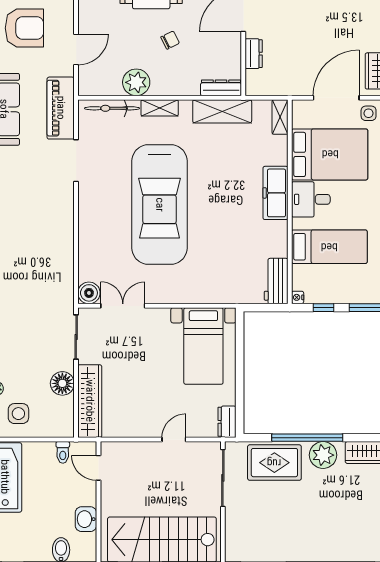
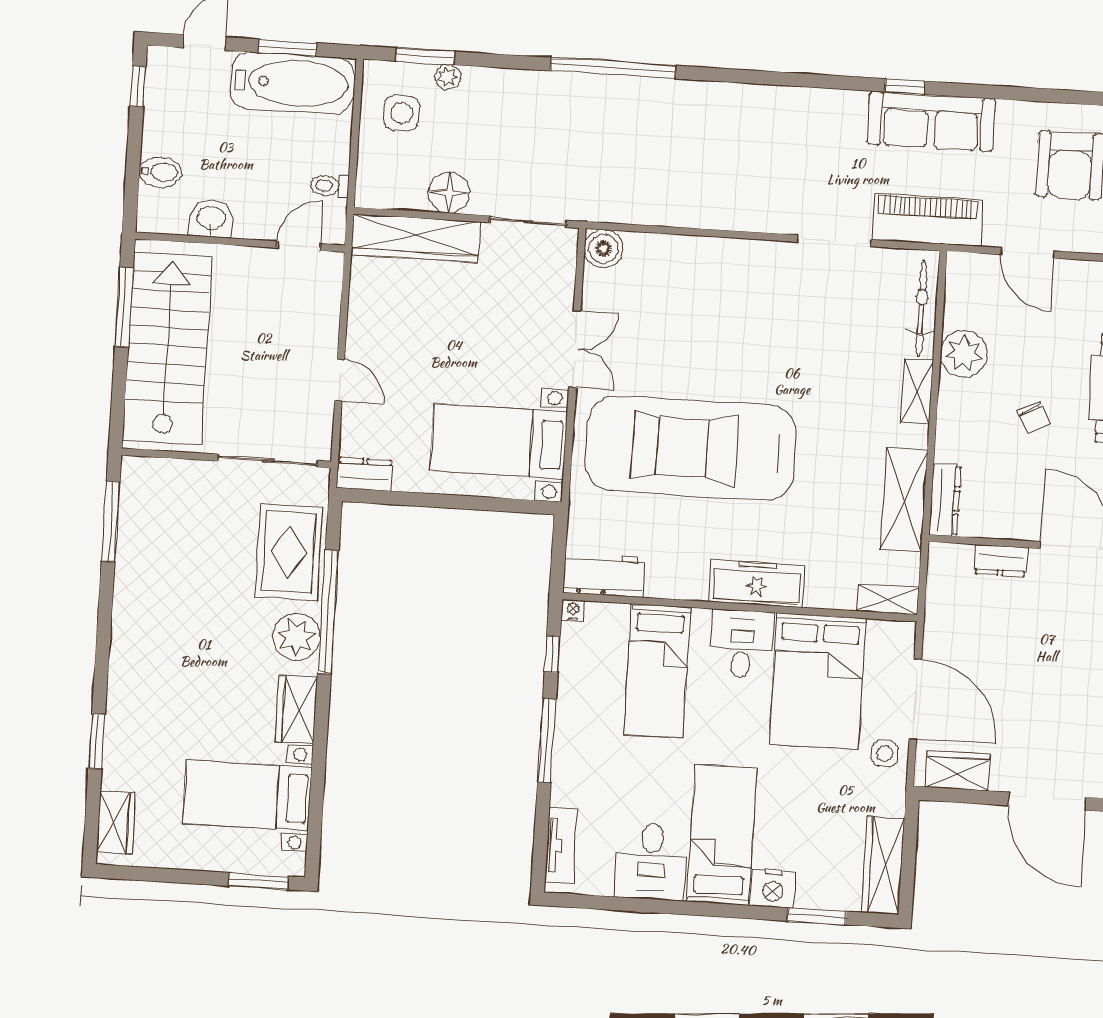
car: (160, 205) -> (691, 448), moved
double door: (123, 306) -> (575, 349), moved

